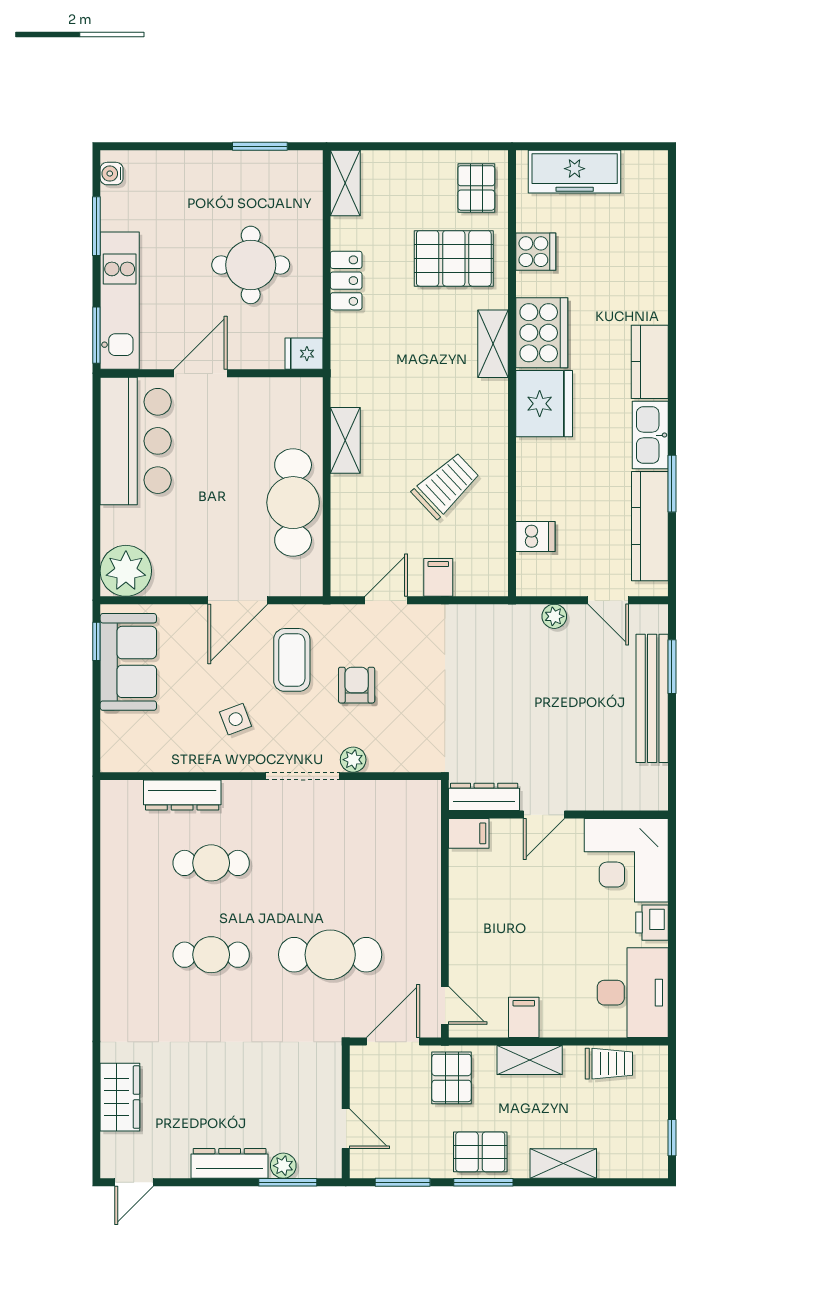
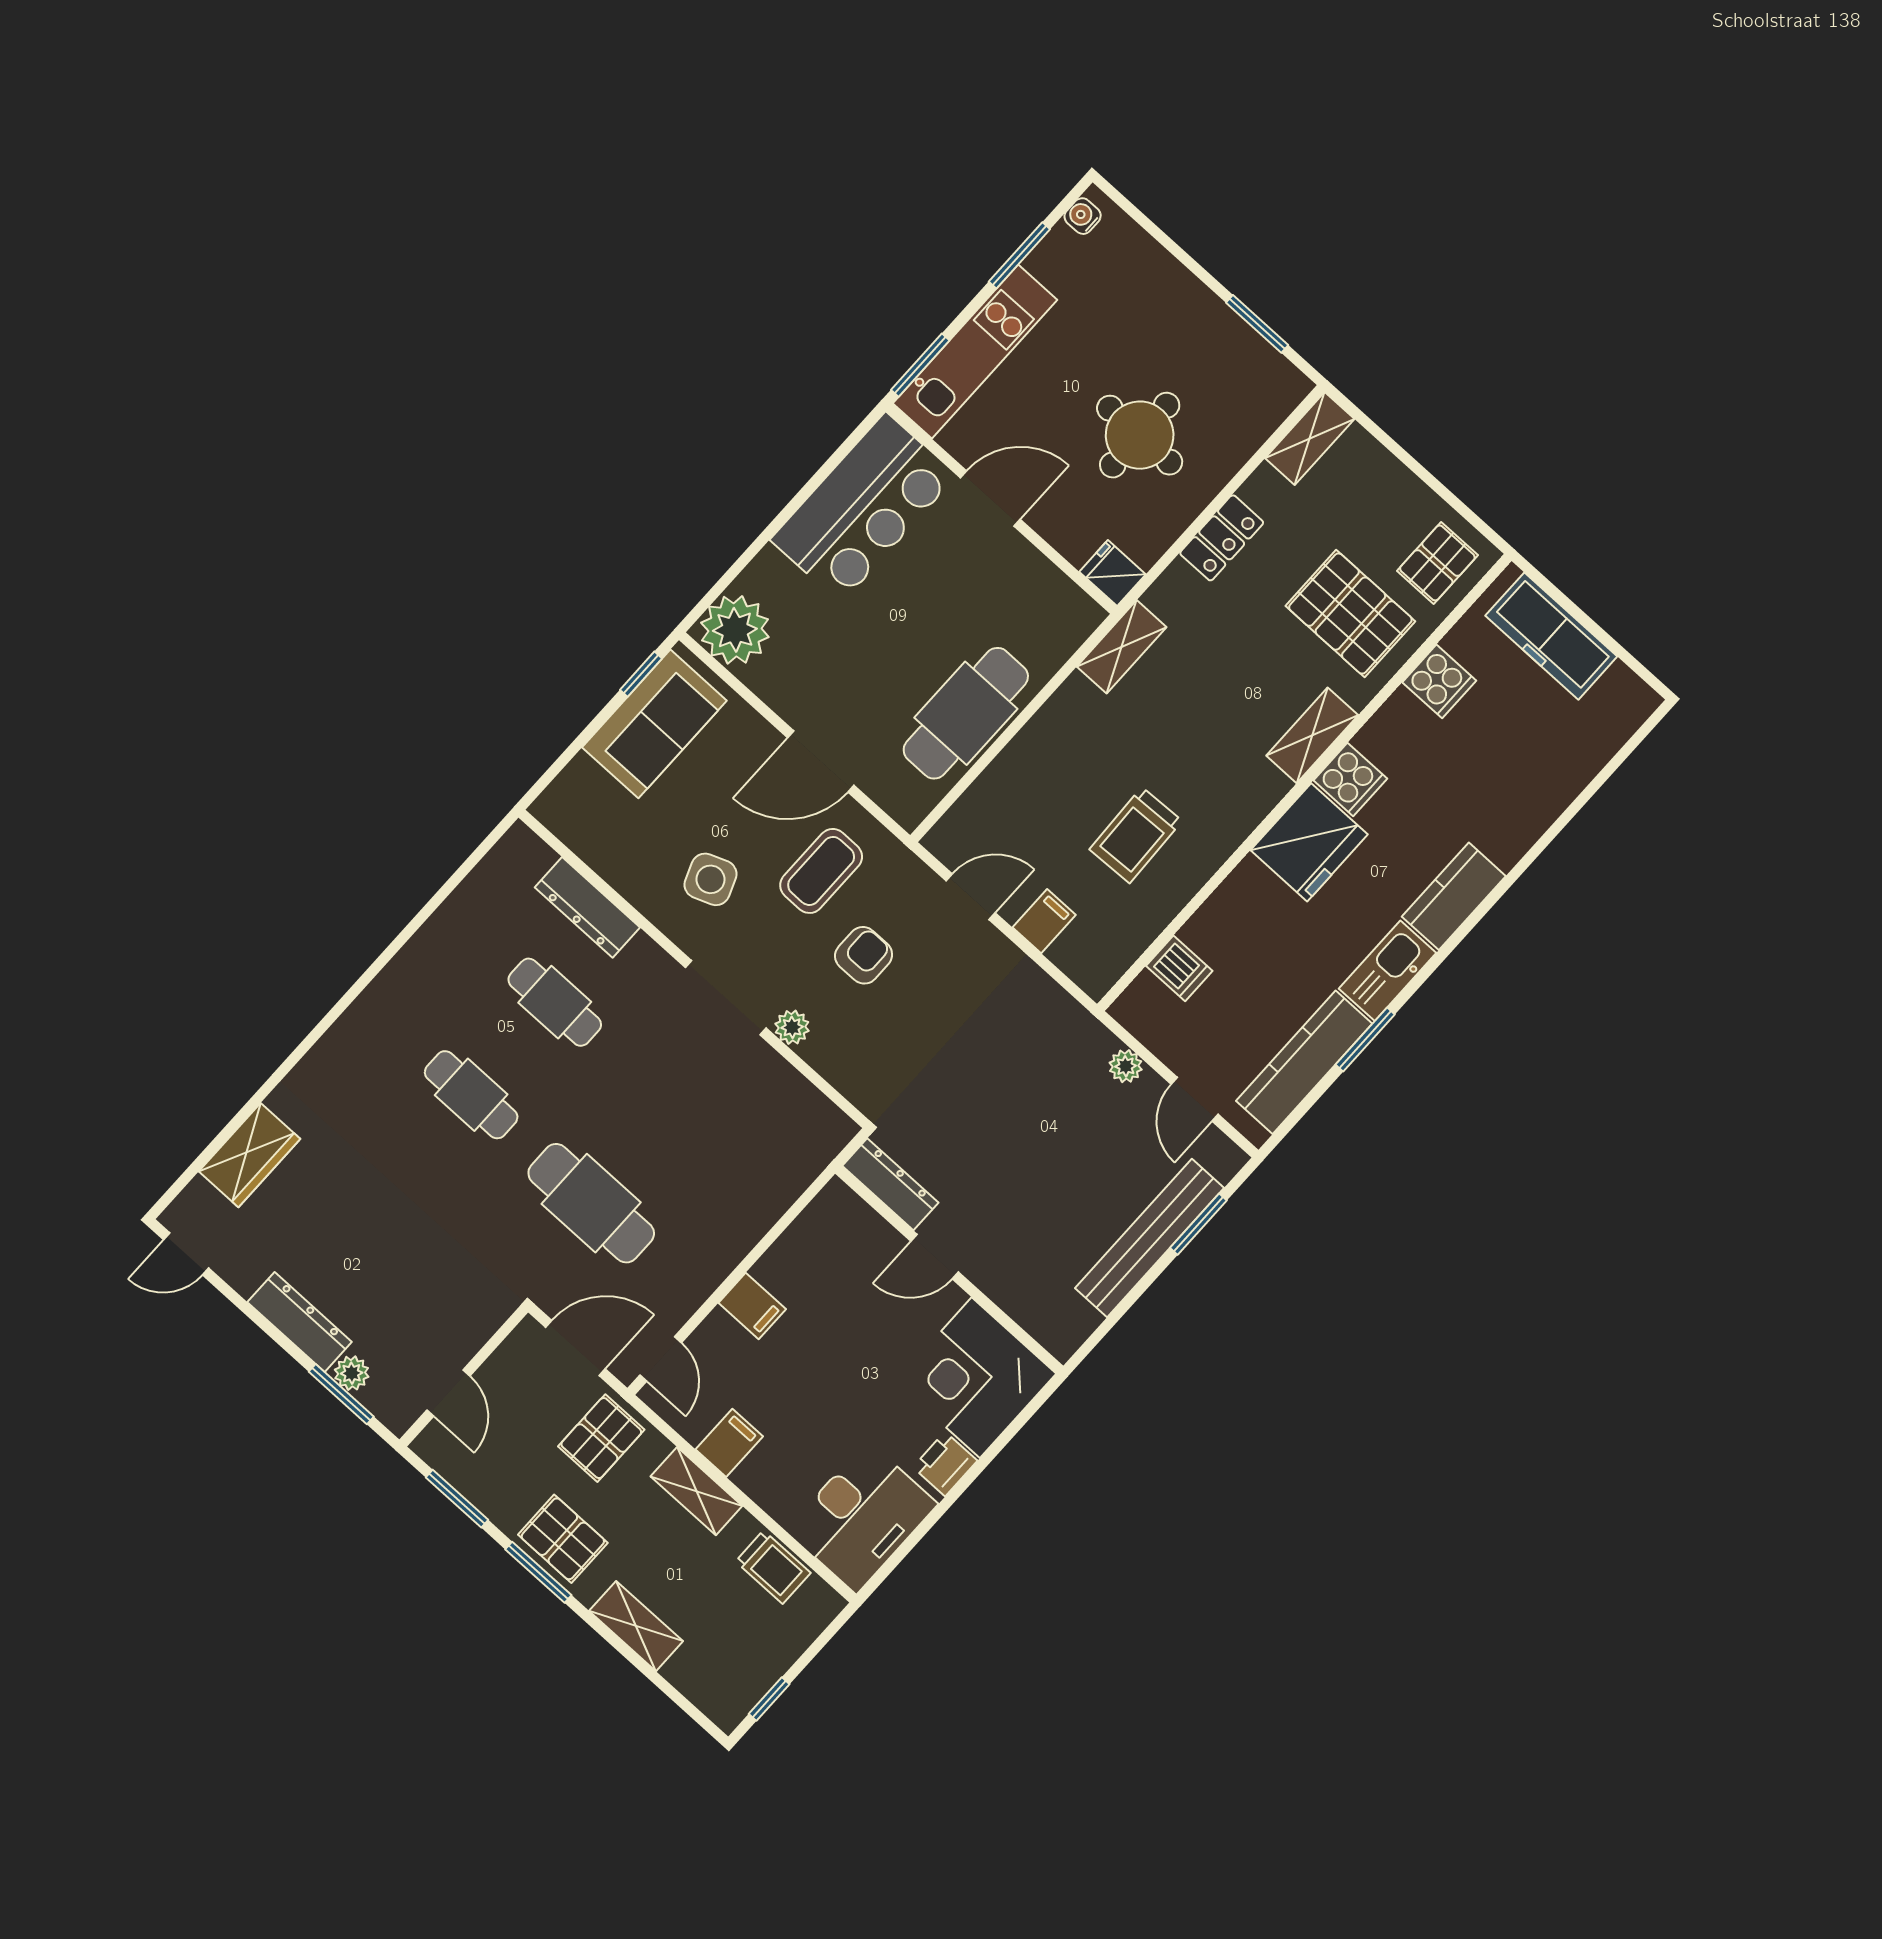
cooker: (542, 333) -> (1350, 780), width x0.53, depth x0.76
shelving: (345, 440) -> (1122, 647), moved
trolley: (446, 485) -> (1136, 835), turned 131
side table: (236, 719) -> (711, 879), width x1.37, depth x1.37
filing cabinet: (469, 833) -> (752, 1306), moved

